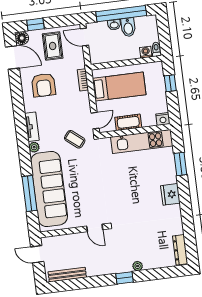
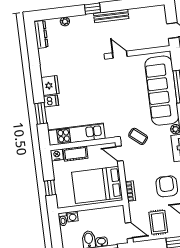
bed: (119, 87) -> (97, 185), width x1.50
door: (95, 121) -> (119, 154), hinge flipped
cot: (128, 122) -> (75, 154), moved
dishwasher: (169, 178) -> (51, 101), added
plant: (138, 266) -> (65, 21), moved
bench: (67, 275) -> (111, 16), moved

